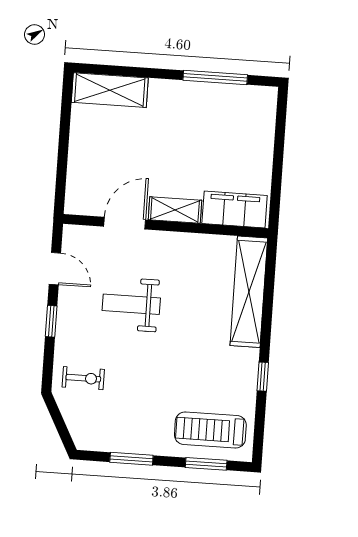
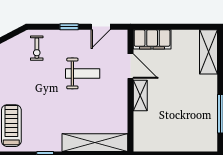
filing cabinet: (235, 209) -> (152, 39), moved, turned 90
weight bench: (131, 304) -> (83, 73), turned 90

